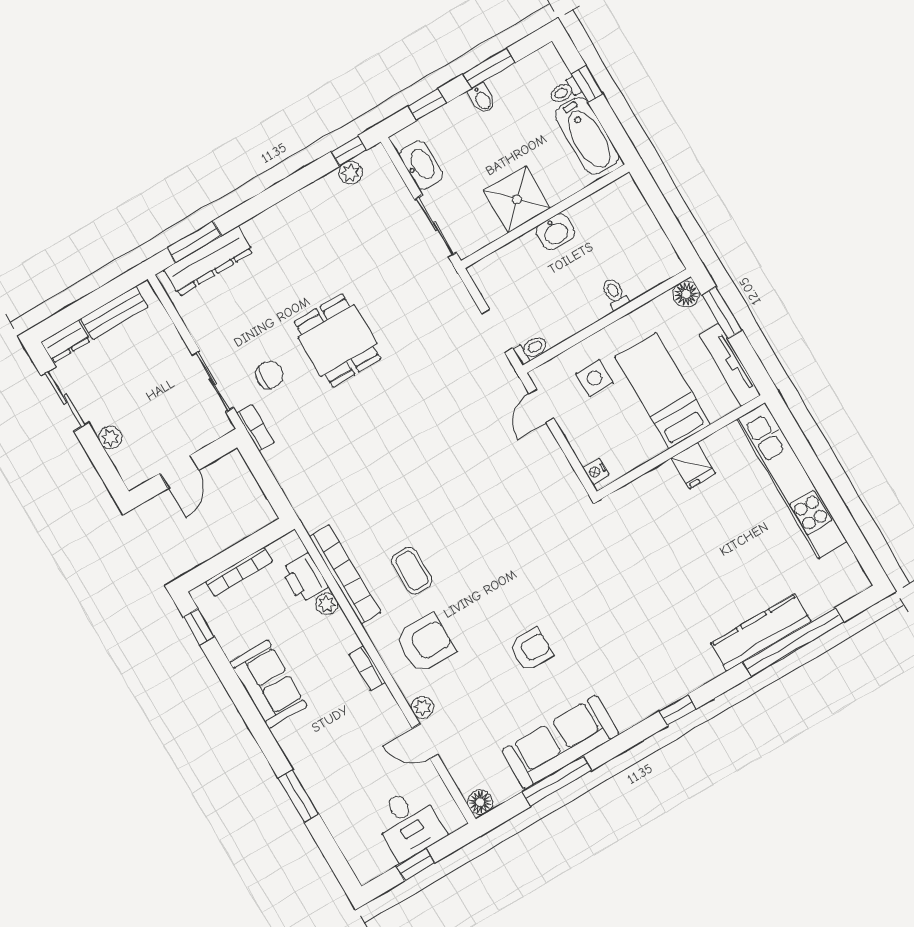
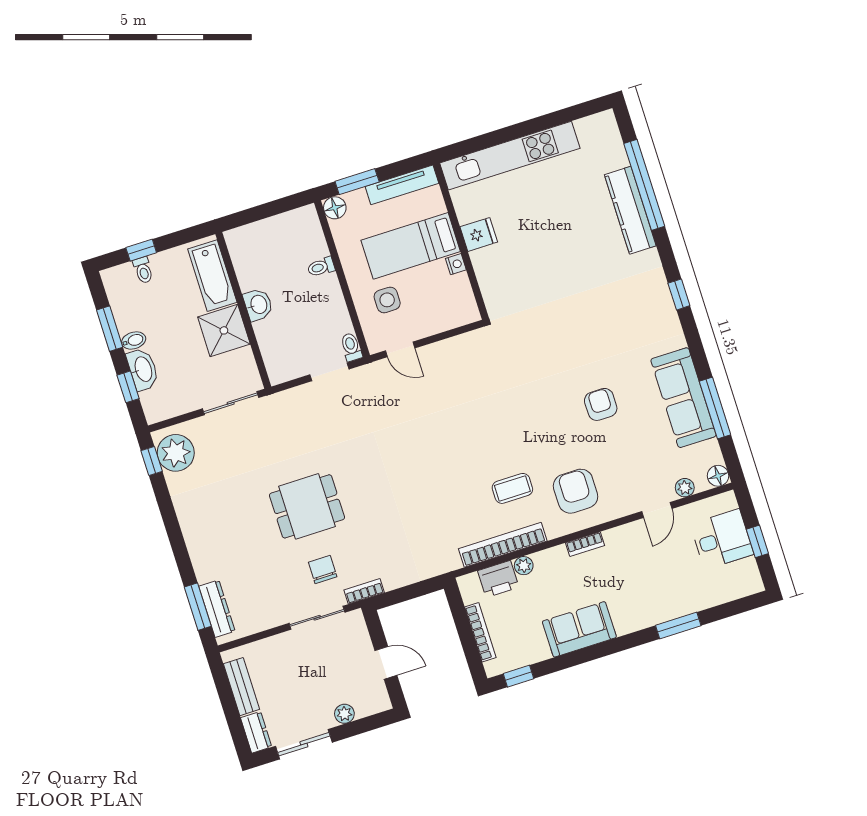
bathtub: (587, 136) -> (212, 276), moved, turned 90
washbasin: (421, 165) -> (143, 369), moved, turned 90
plant: (351, 173) -> (176, 453), width x1.87, depth x1.87
dresser: (208, 261) -> (217, 609), width x0.73, depth x0.80
nightstand: (596, 471) -> (456, 264), moved, turned -90
plant: (422, 707) -> (685, 488), moved

